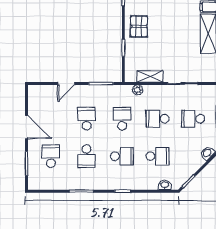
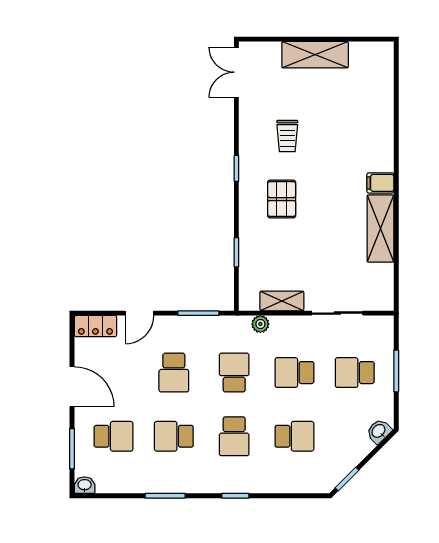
pallet: (139, 26) -> (282, 199), moved
locker: (40, 91) -> (95, 326), added
school desk: (86, 119) -> (174, 373), turned 180
school desk: (51, 156) -> (114, 436), turned 90
school desk: (86, 156) -> (174, 436), turned 90
school desk: (122, 156) -> (234, 436), turned 90
washbasin: (165, 185) -> (85, 485), moved

